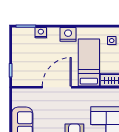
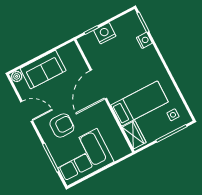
nightstand: (68, 34) -> (105, 33), moved, turned -90
door: (57, 87) -> (98, 84), swing flipped

